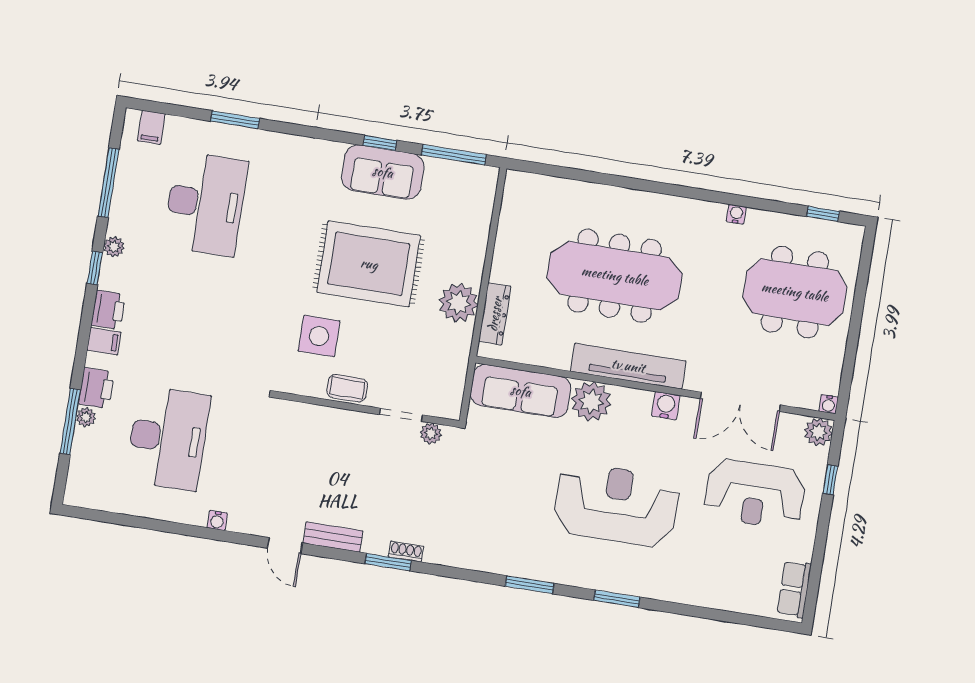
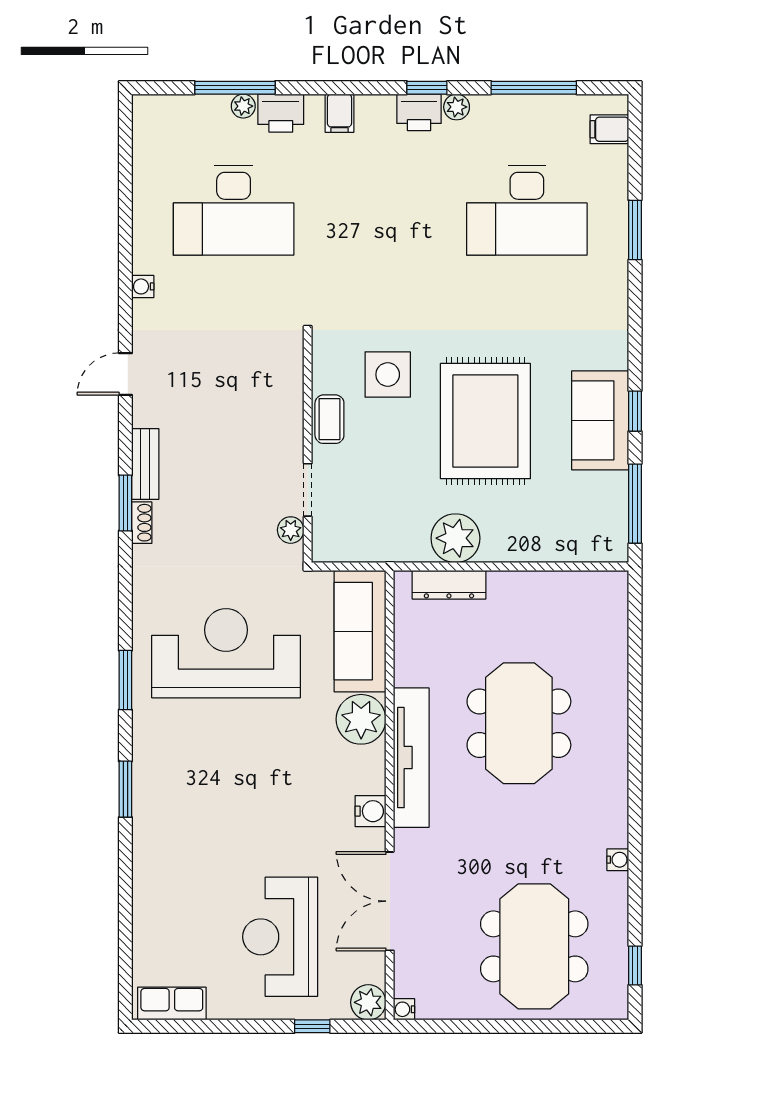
meeting table: (615, 276) -> (519, 723), width x0.73
printer: (108, 310) -> (419, 112), moved
reception desk: (616, 505) -> (226, 653), moved, turned -90
bench: (333, 537) -> (145, 464), moved

